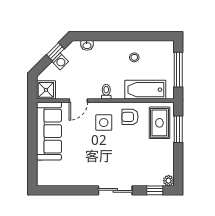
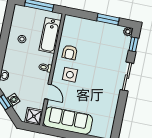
rug: (159, 123) -> (79, 29), removed
window: (178, 129) -> (108, 19), moved

